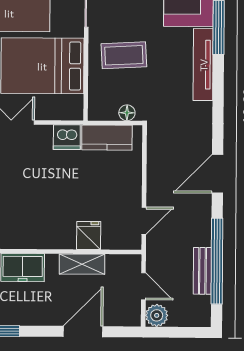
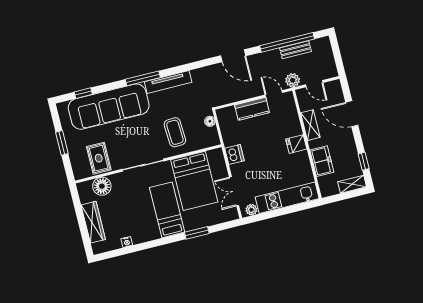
kitchen counter: (107, 138) -> (252, 109), moved, turned 90
fridge: (89, 236) -> (296, 144), moved
door: (143, 286) -> (314, 84), swing flipped
plant: (157, 315) -> (293, 80), moved

